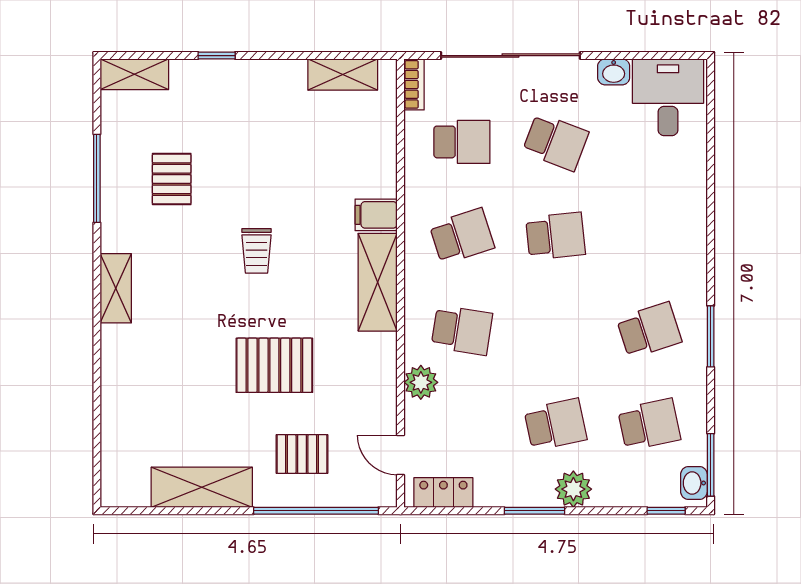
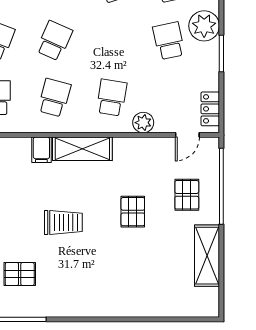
school desk: (462, 236) -> (54, 98), turned 33
school desk: (556, 236) -> (54, 41), turned 30
trolley: (256, 251) -> (63, 222), width x1.36, depth x1.39
shelving: (116, 288) -> (86, 308), removed
pallet: (274, 365) -> (133, 212), width x0.67, depth x0.71
plant: (573, 489) -> (204, 26), width x1.36, depth x1.36

